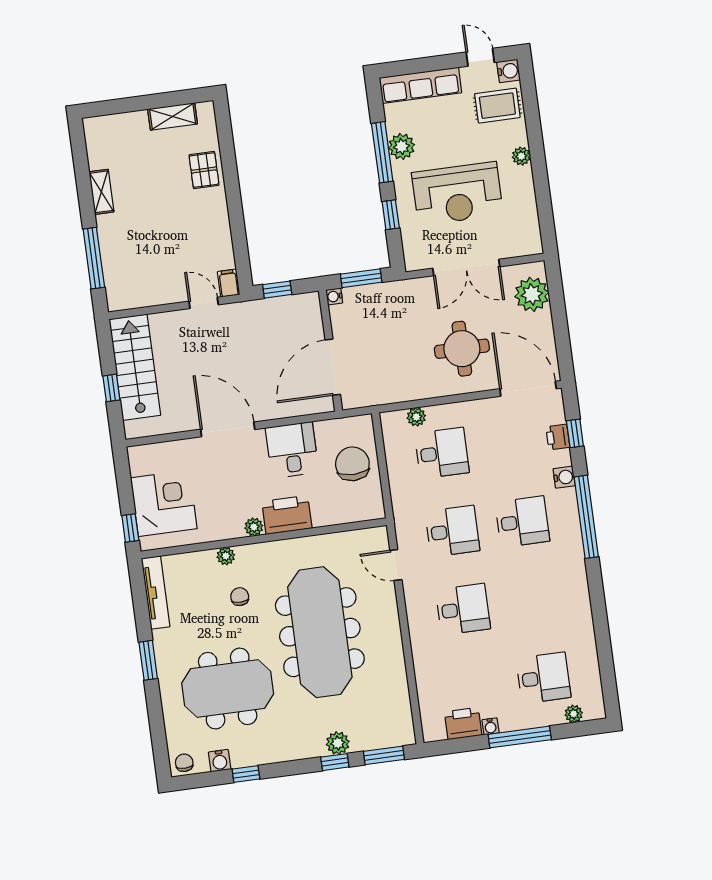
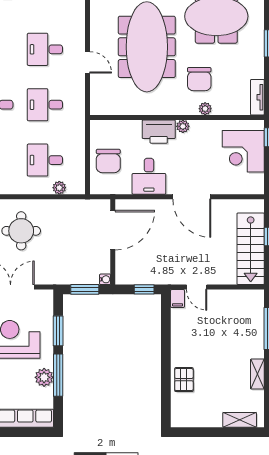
shelving: (173, 116) -> (240, 420), moved
window: (391, 215) -> (58, 331), width x1.50
door: (396, 565) -> (87, 62), moved
tv unit: (156, 593) -> (257, 97), width x0.71
chair: (240, 597) -> (199, 79), width x1.87, depth x1.87

